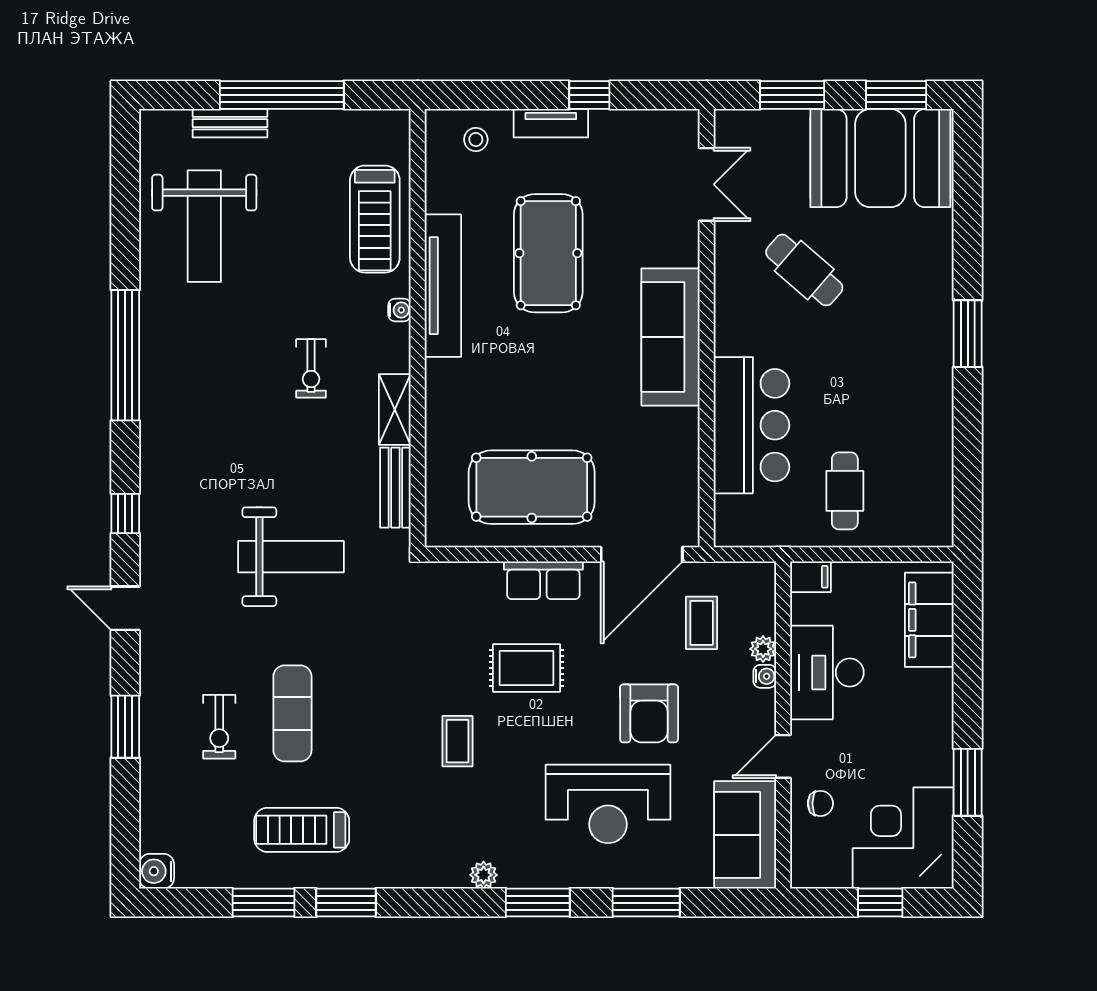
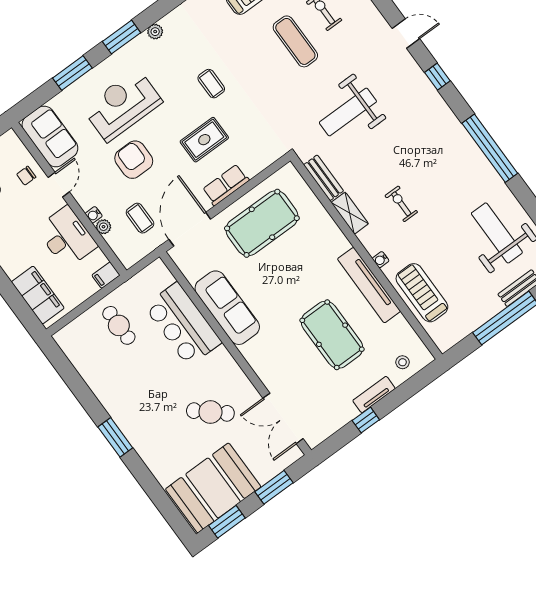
double door: (707, 184) -> (283, 418), width x1.37
sofa: (670, 337) -> (227, 308), moved

